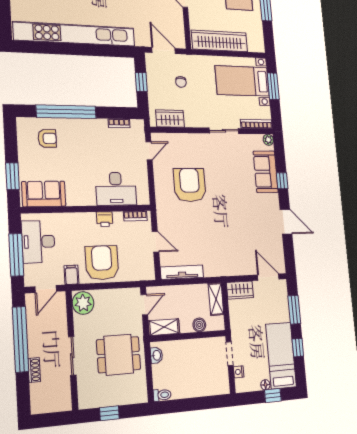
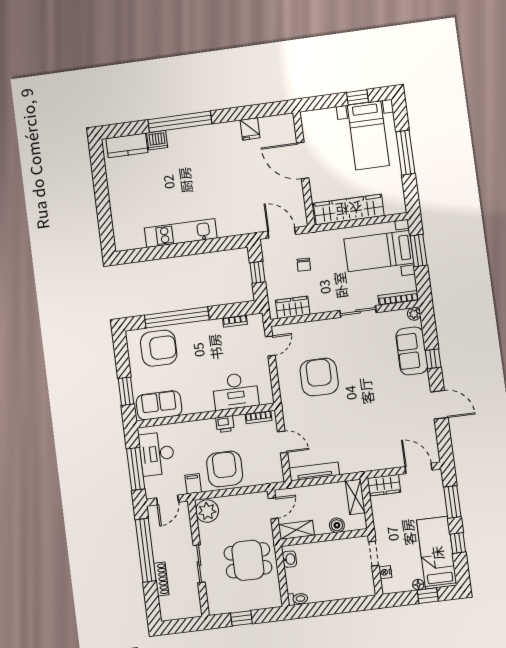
kitchen unit: (75, 34) -> (181, 233), width x0.54
armchair: (47, 138) -> (159, 348), width x1.88, depth x1.88
shoe rack: (34, 370) -> (161, 579), width x1.43

